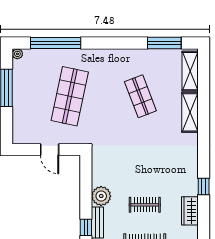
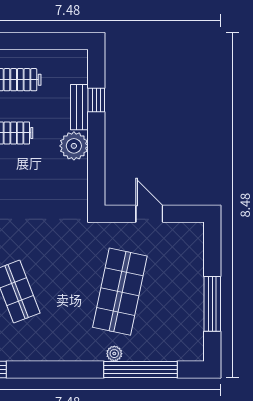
plant: (17, 54) -> (114, 354), moved

